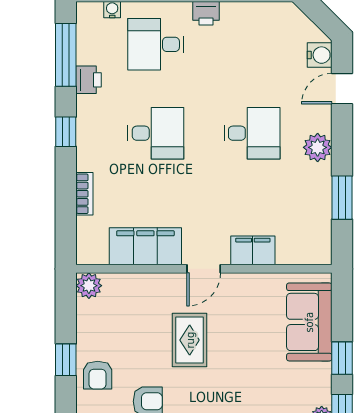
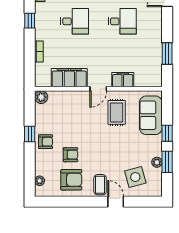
plant: (318, 147) -> (155, 28), removed
rug: (190, 340) -> (117, 112), moved
armchair: (98, 375) -> (46, 142), turned -90

